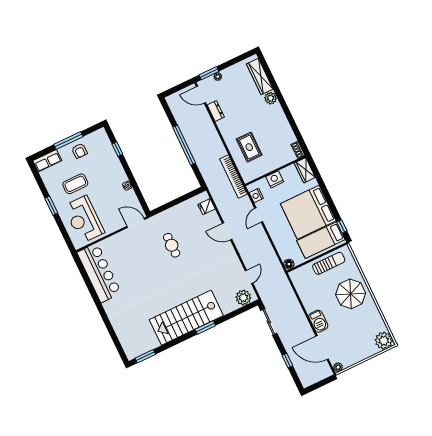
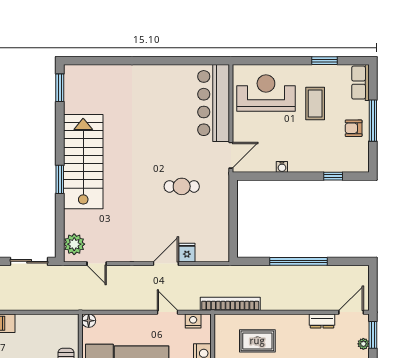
window: (51, 206) -> (324, 61), moved
fridge: (207, 207) -> (187, 253), moved
bar counter: (99, 273) -> (214, 103), moved, turned 90

